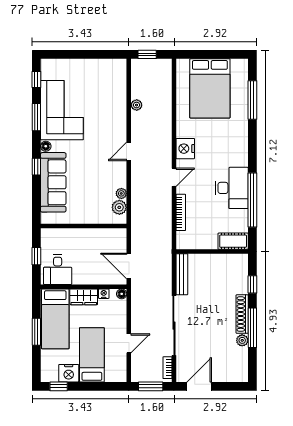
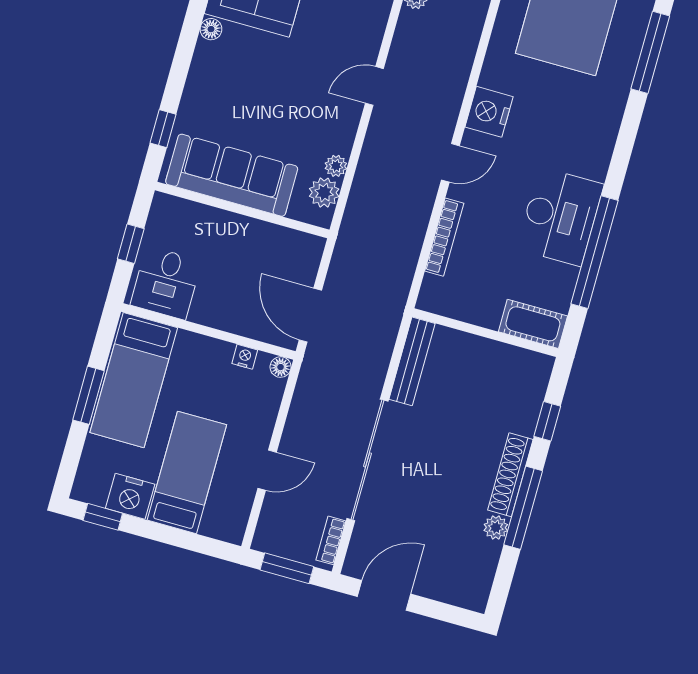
window: (36, 167) -> (163, 129), moved
sofa: (53, 182) -> (232, 175), moved, turned -90
wardrobe: (84, 297) -> (203, 352), removed

